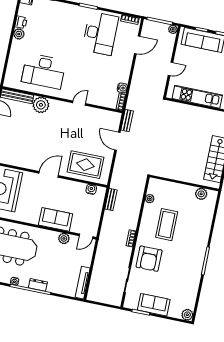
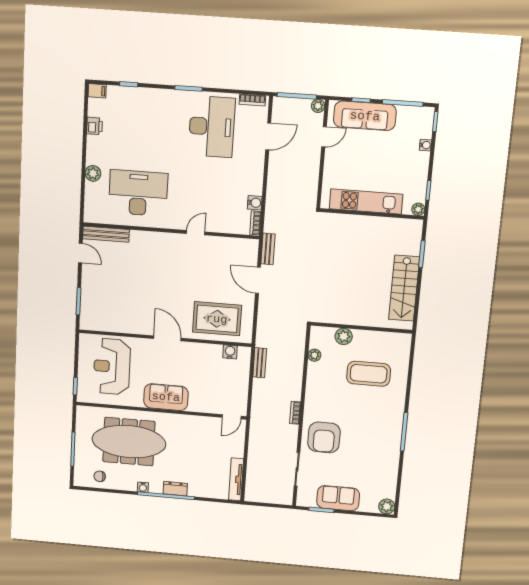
plant: (19, 34) -> (93, 173), moved
door: (170, 69) -> (324, 137), moved
desk: (44, 71) -> (138, 193), turned 180
plant: (41, 105) -> (142, 242), removed
door: (49, 174) -> (167, 338), hinge flipped
plant: (201, 194) -> (344, 336), moved
sofa: (56, 219) -> (166, 397), moved
coffee table: (167, 225) -> (369, 374), moved, turned 90
plant: (64, 238) -> (202, 423), removed

